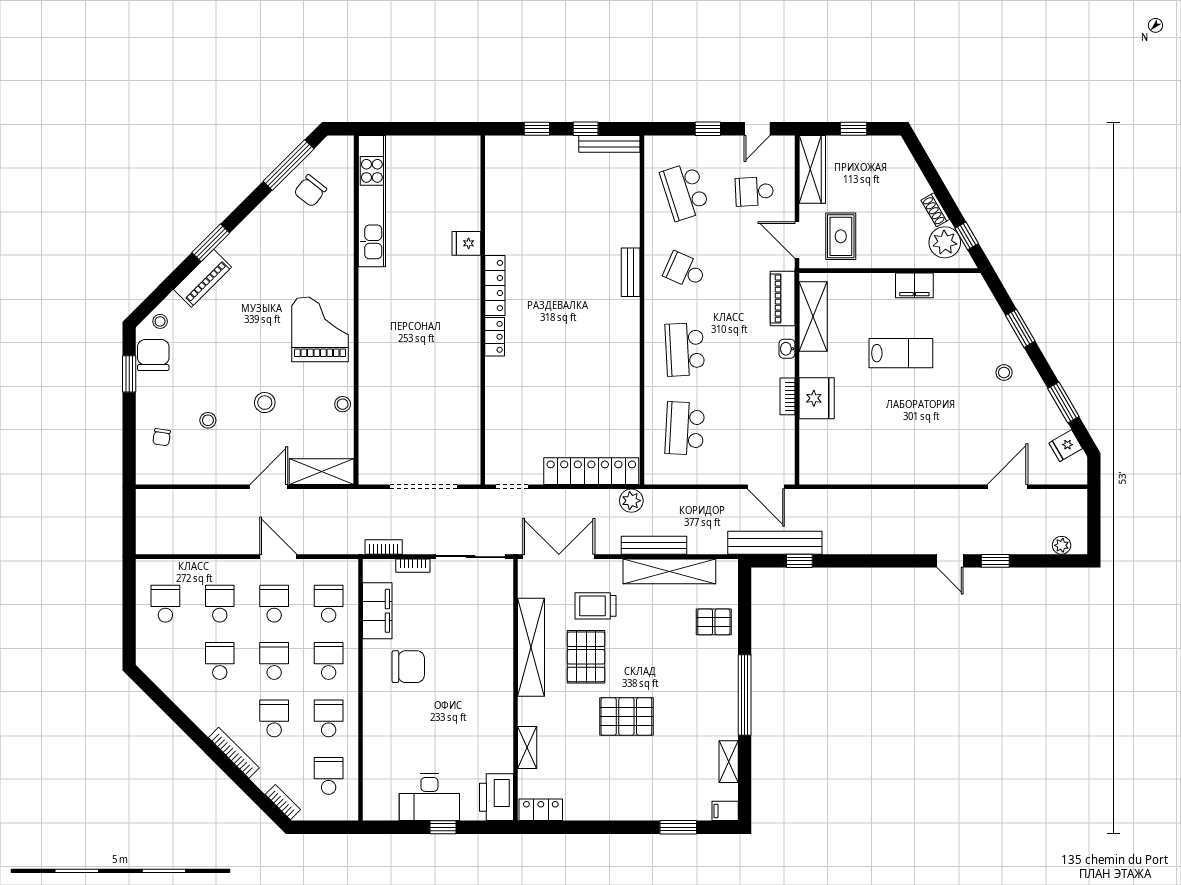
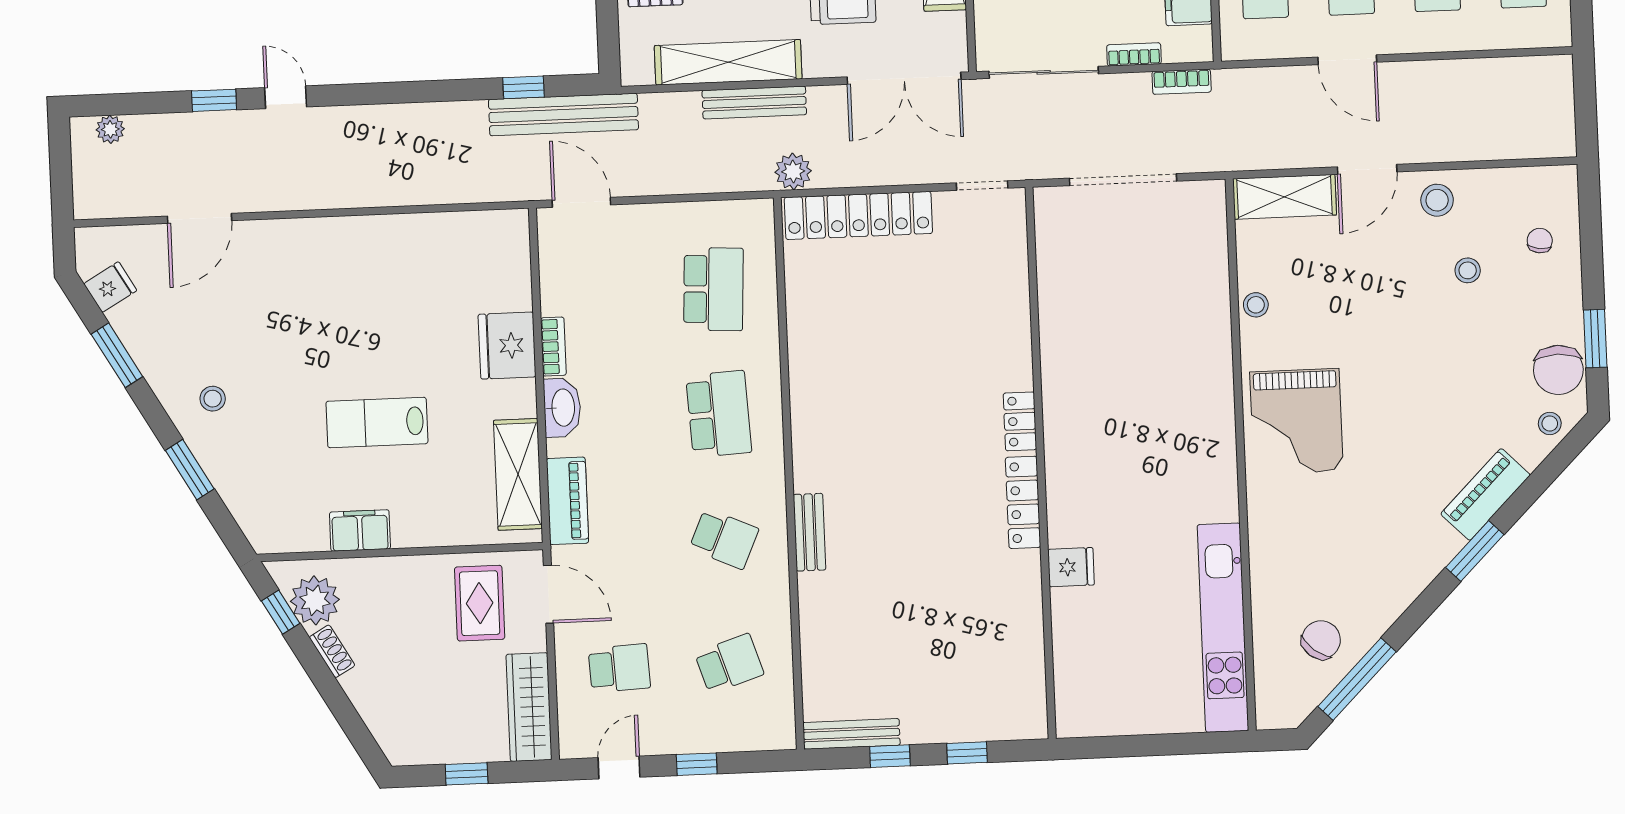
school desk: (685, 191) -> (729, 664), width x0.54
washbasin: (787, 349) -> (562, 408), width x1.91, depth x1.45
stool: (265, 403) -> (1437, 200), moved

